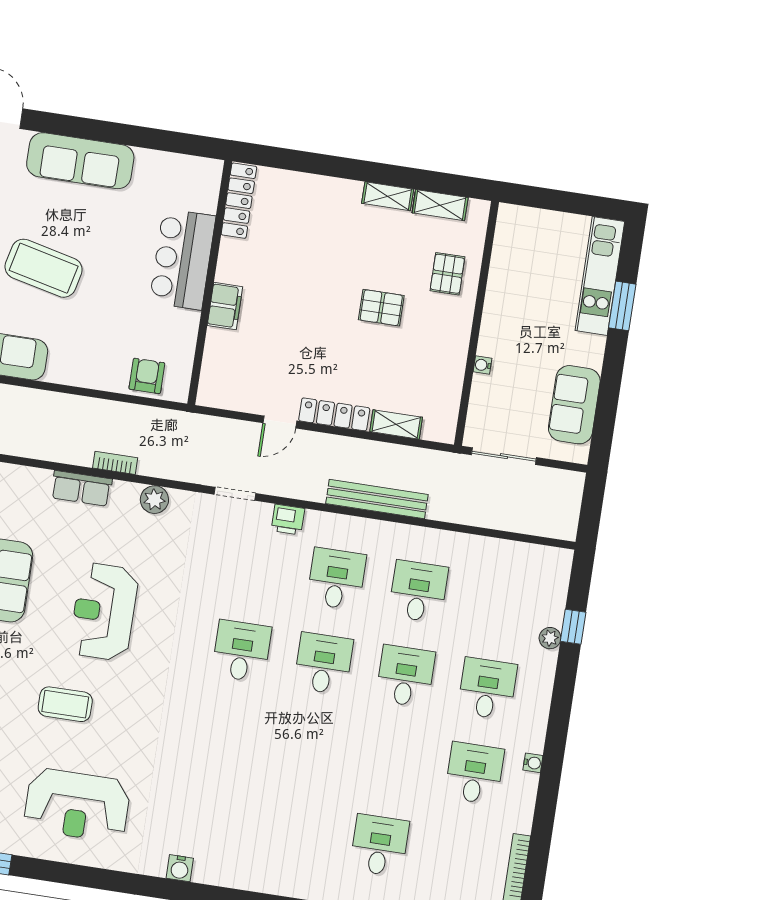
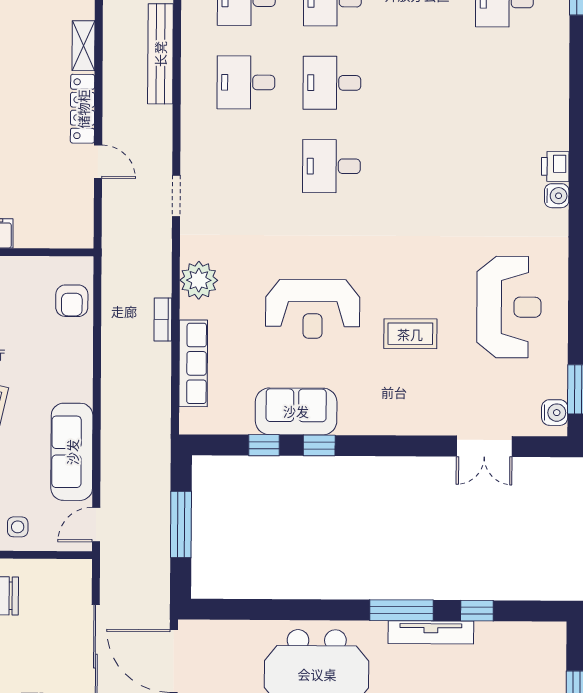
armchair: (147, 376) -> (72, 301), turned -90
row of seats: (81, 488) -> (193, 363), width x1.48
plant: (154, 500) -> (199, 280), width x1.36, depth x1.36
printer: (288, 520) -> (555, 166), moved, turned 180
coffee table: (65, 704) -> (410, 334), turned 90

